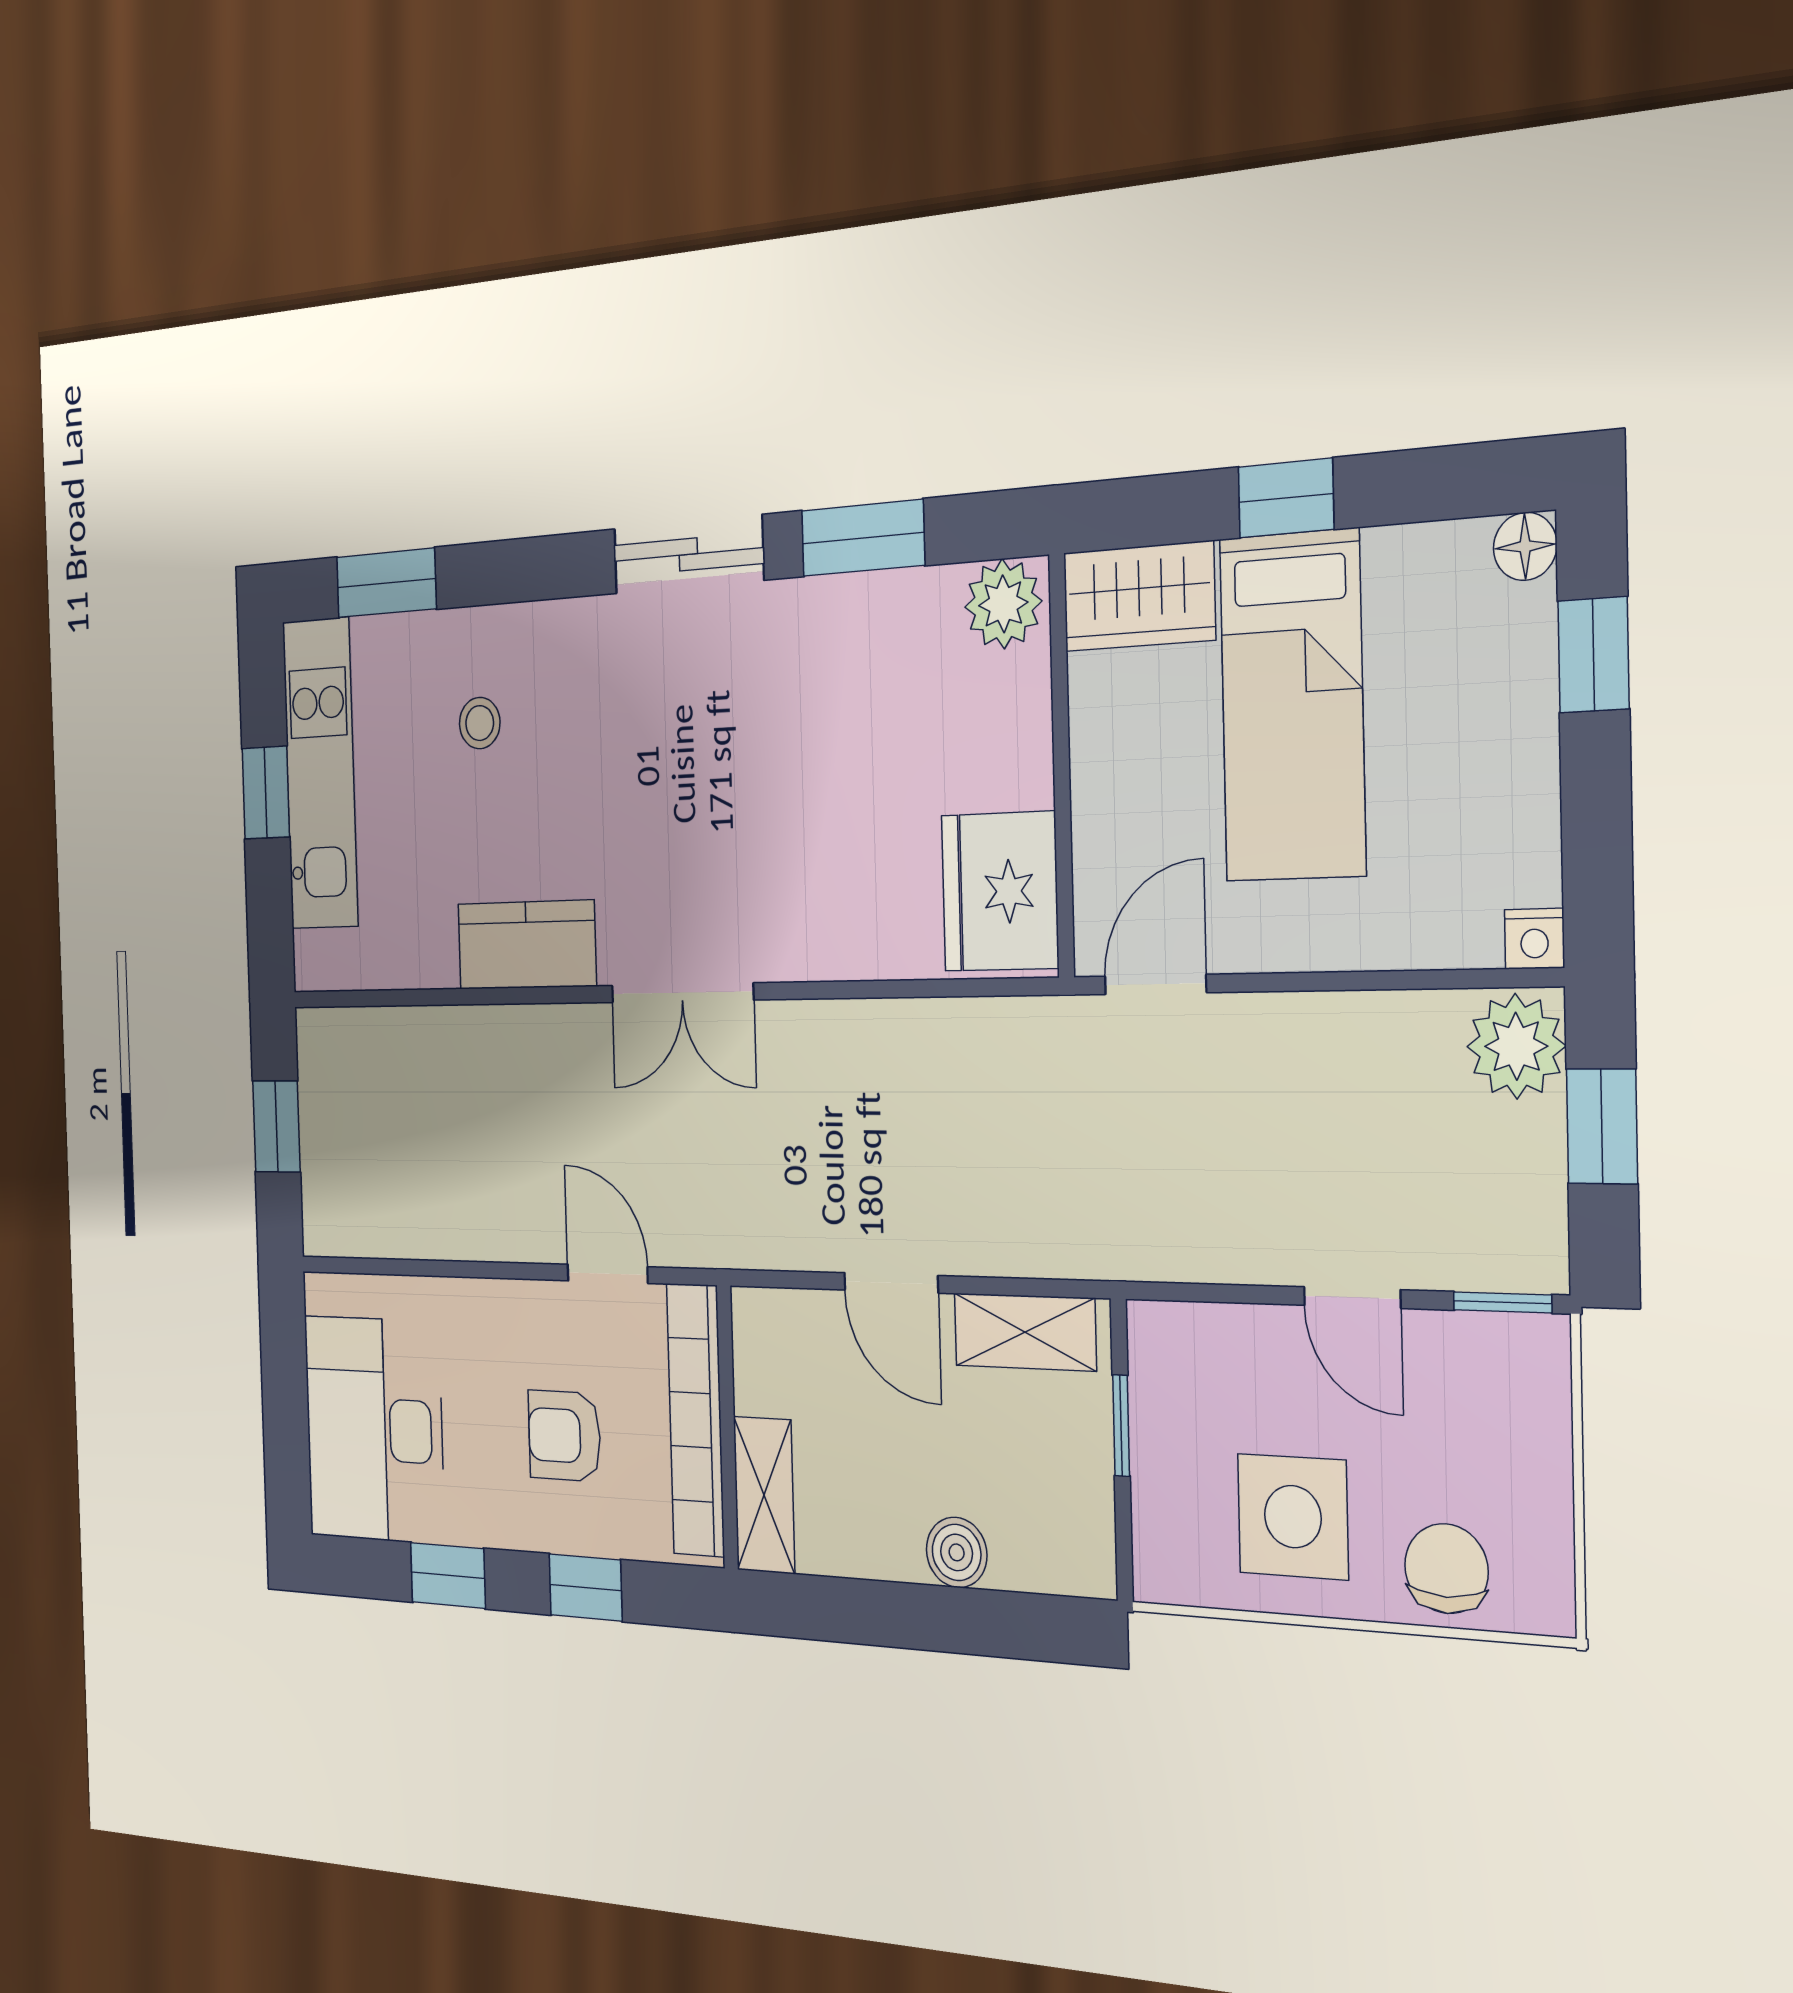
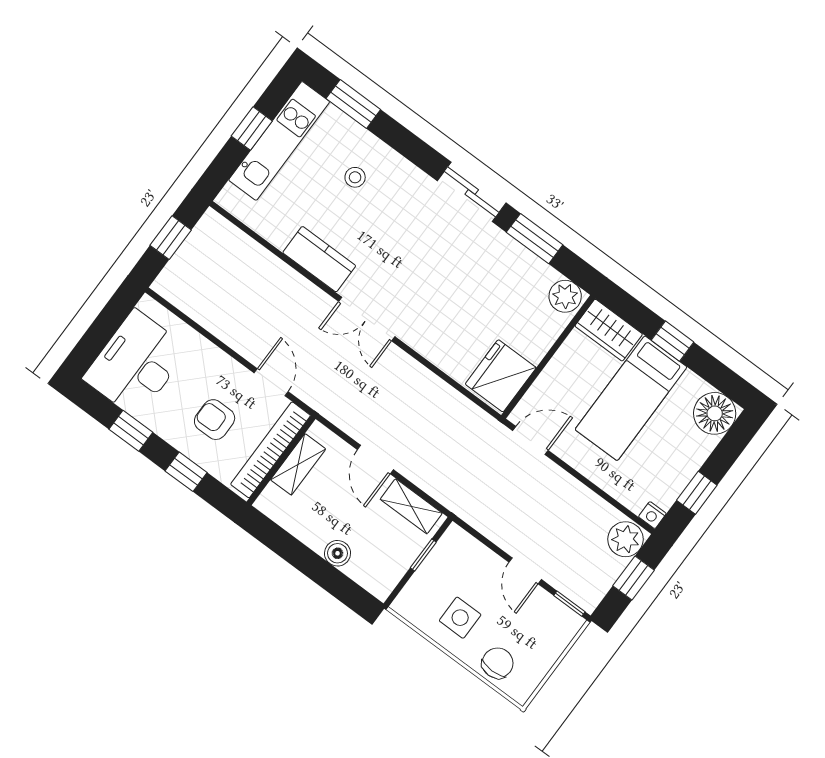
floor lamp: (1525, 546) -> (715, 413), width x1.89, depth x1.89
window: (1593, 655) -> (697, 493), moved
shelving: (764, 1495) -> (298, 464), moved
side table: (1293, 1517) -> (460, 618), width x0.73, depth x0.73

